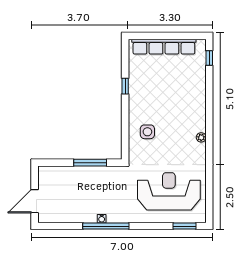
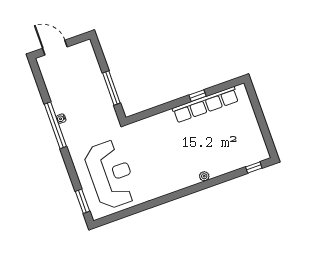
row of seats: (164, 47) -> (206, 105), moved, turned -90
side table: (147, 132) -> (161, 133), removed
plant: (201, 137) -> (204, 176), moved

